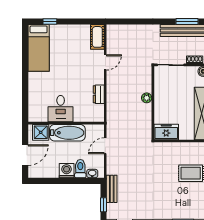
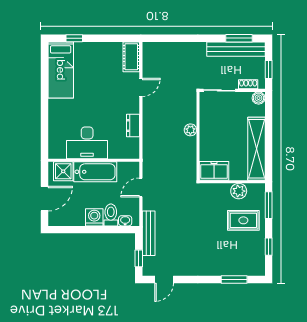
desk: (61, 109) -> (87, 143), width x1.37
plant: (187, 149) -> (239, 191), added
bench: (112, 189) -> (149, 233), width x1.36

